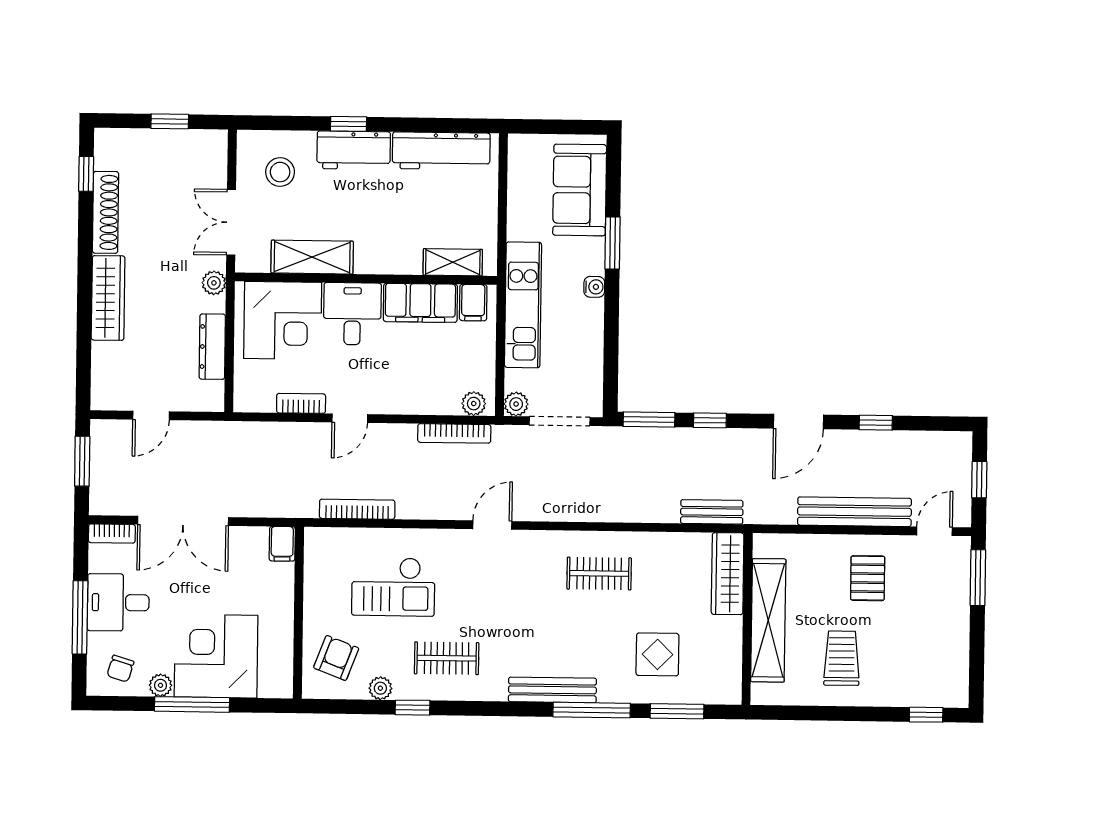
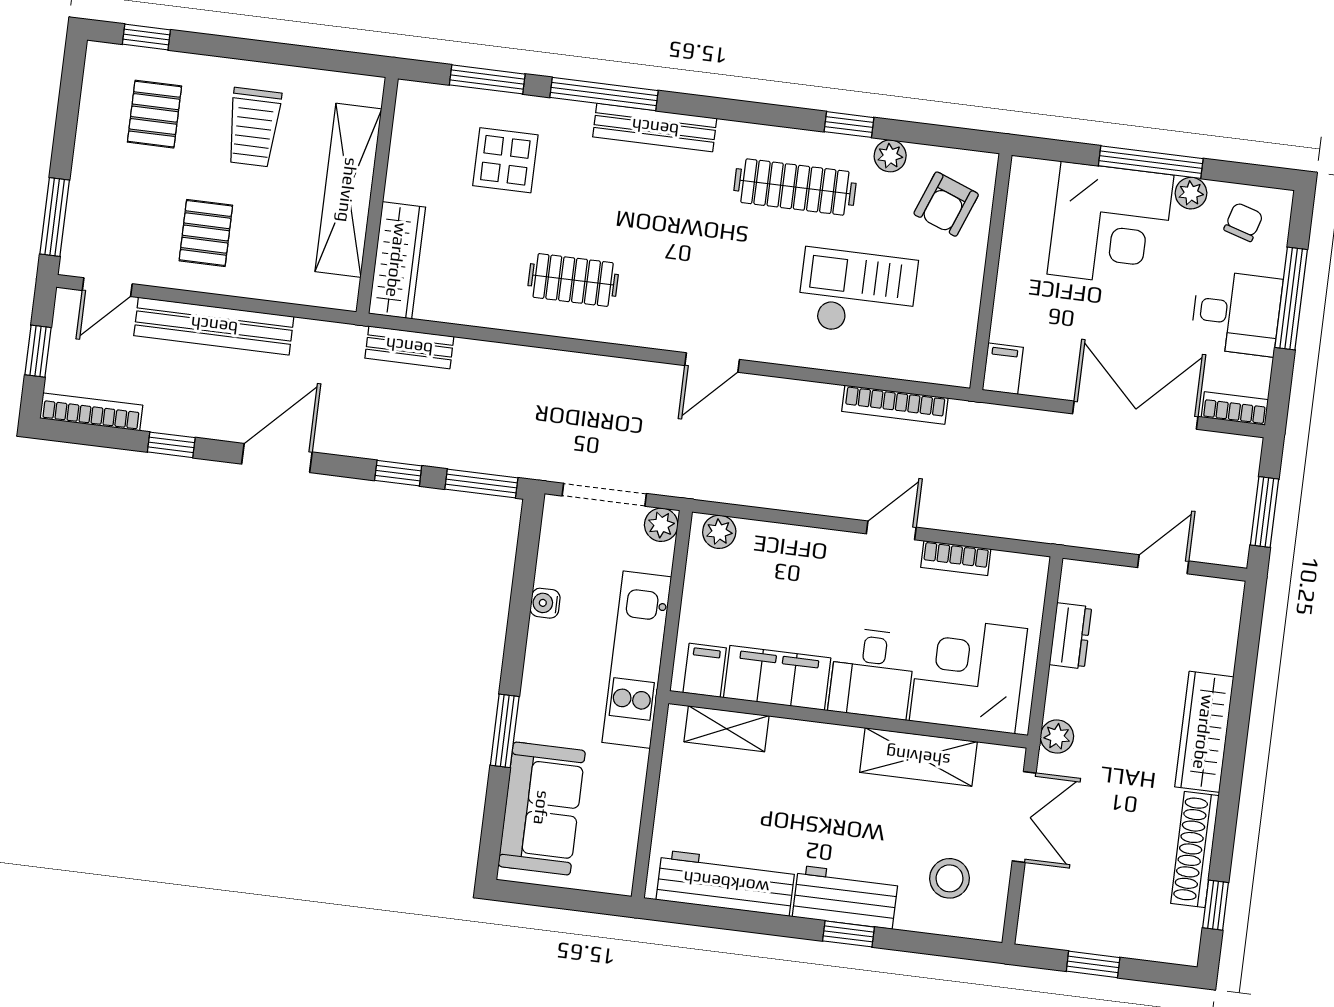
water cooler: (594, 287) -> (545, 603), moved
dresser: (212, 347) -> (1071, 636), width x0.70
bookcase: (454, 433) -> (91, 412), moved
clothes rail: (447, 658) -> (795, 187), width x1.36
pallet: (914, 660) -> (154, 114), added

